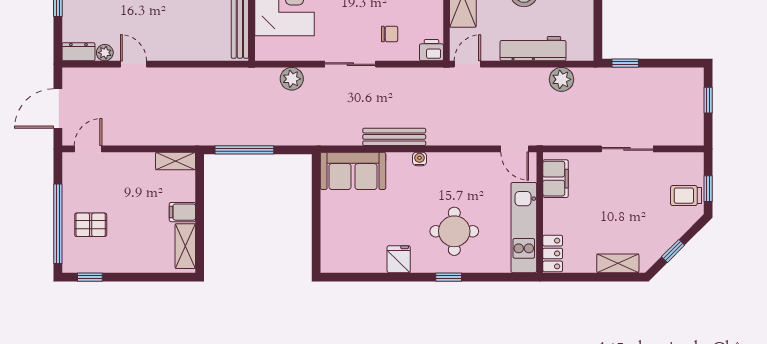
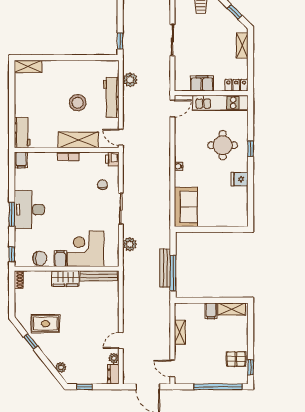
bench: (394, 137) -> (165, 268), moved
shelving: (176, 161) -> (180, 332), moved
filing cabinet: (556, 179) -> (202, 83), moved
pallet: (91, 225) -> (236, 359), moved, turned 90

